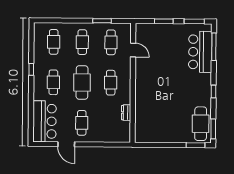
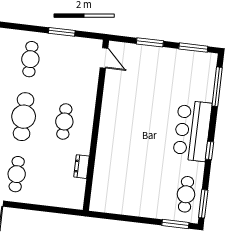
cafe table: (111, 42) -> (71, 64), removed
door: (133, 50) -> (104, 58), moved
bar counter: (200, 52) -> (192, 131), moved
cafe table: (201, 124) -> (186, 194), width x0.73, depth x0.74

